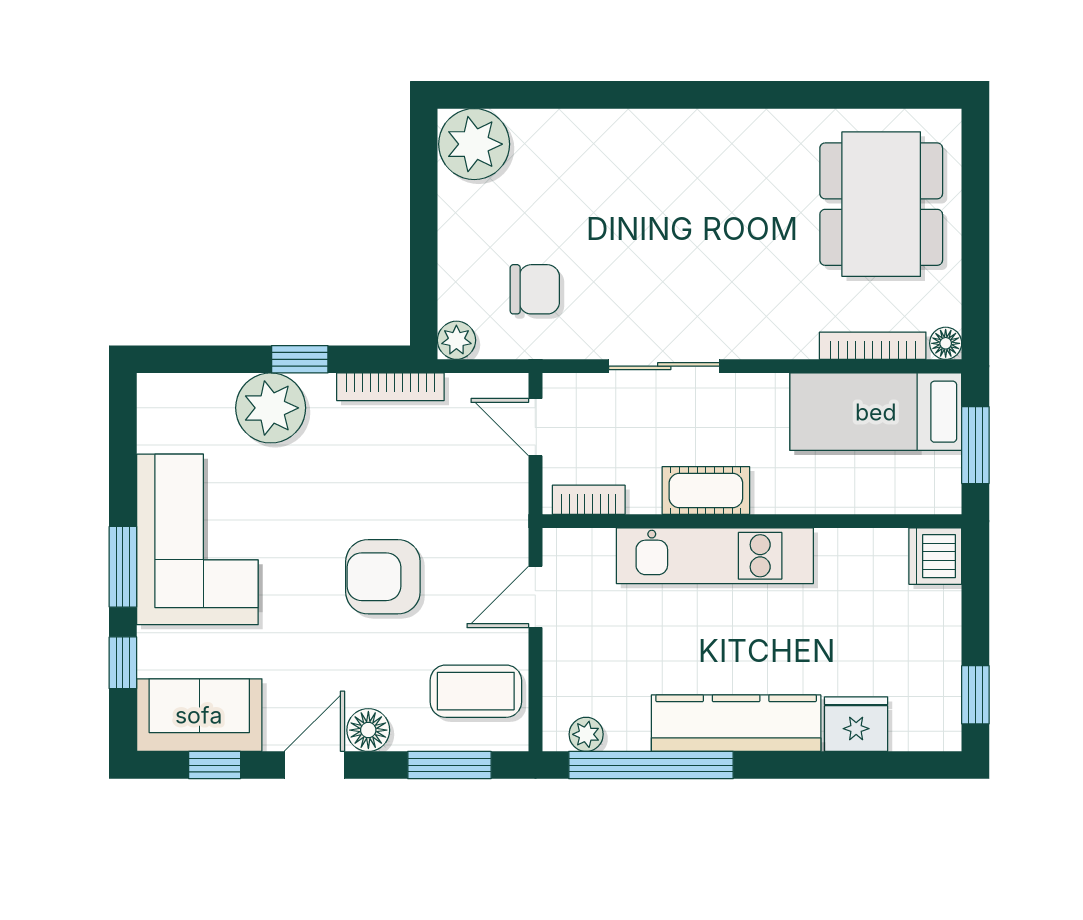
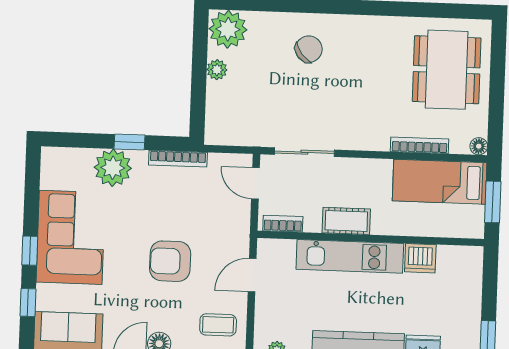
chair: (535, 289) -> (309, 49), moved, turned -38
plant: (456, 340) -> (217, 70), moved
bookcase: (873, 346) -> (420, 145), moved
sliding door: (664, 366) -> (304, 152), moved
dishwasher: (935, 556) -> (420, 258), moved, turned -90
window: (123, 567) -> (30, 251), width x0.67
coffee table: (476, 691) -> (218, 325), width x0.73, depth x0.77

